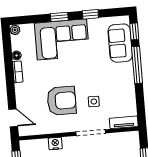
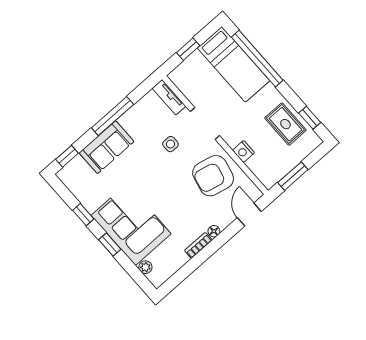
plant: (15, 30) -> (145, 267), moved
sofa: (120, 43) -> (106, 147), moved
floor lamp: (17, 55) -> (214, 231), moved
window: (137, 65) -> (112, 116), moved
armchair: (62, 101) -> (213, 176), moved, turned -77

